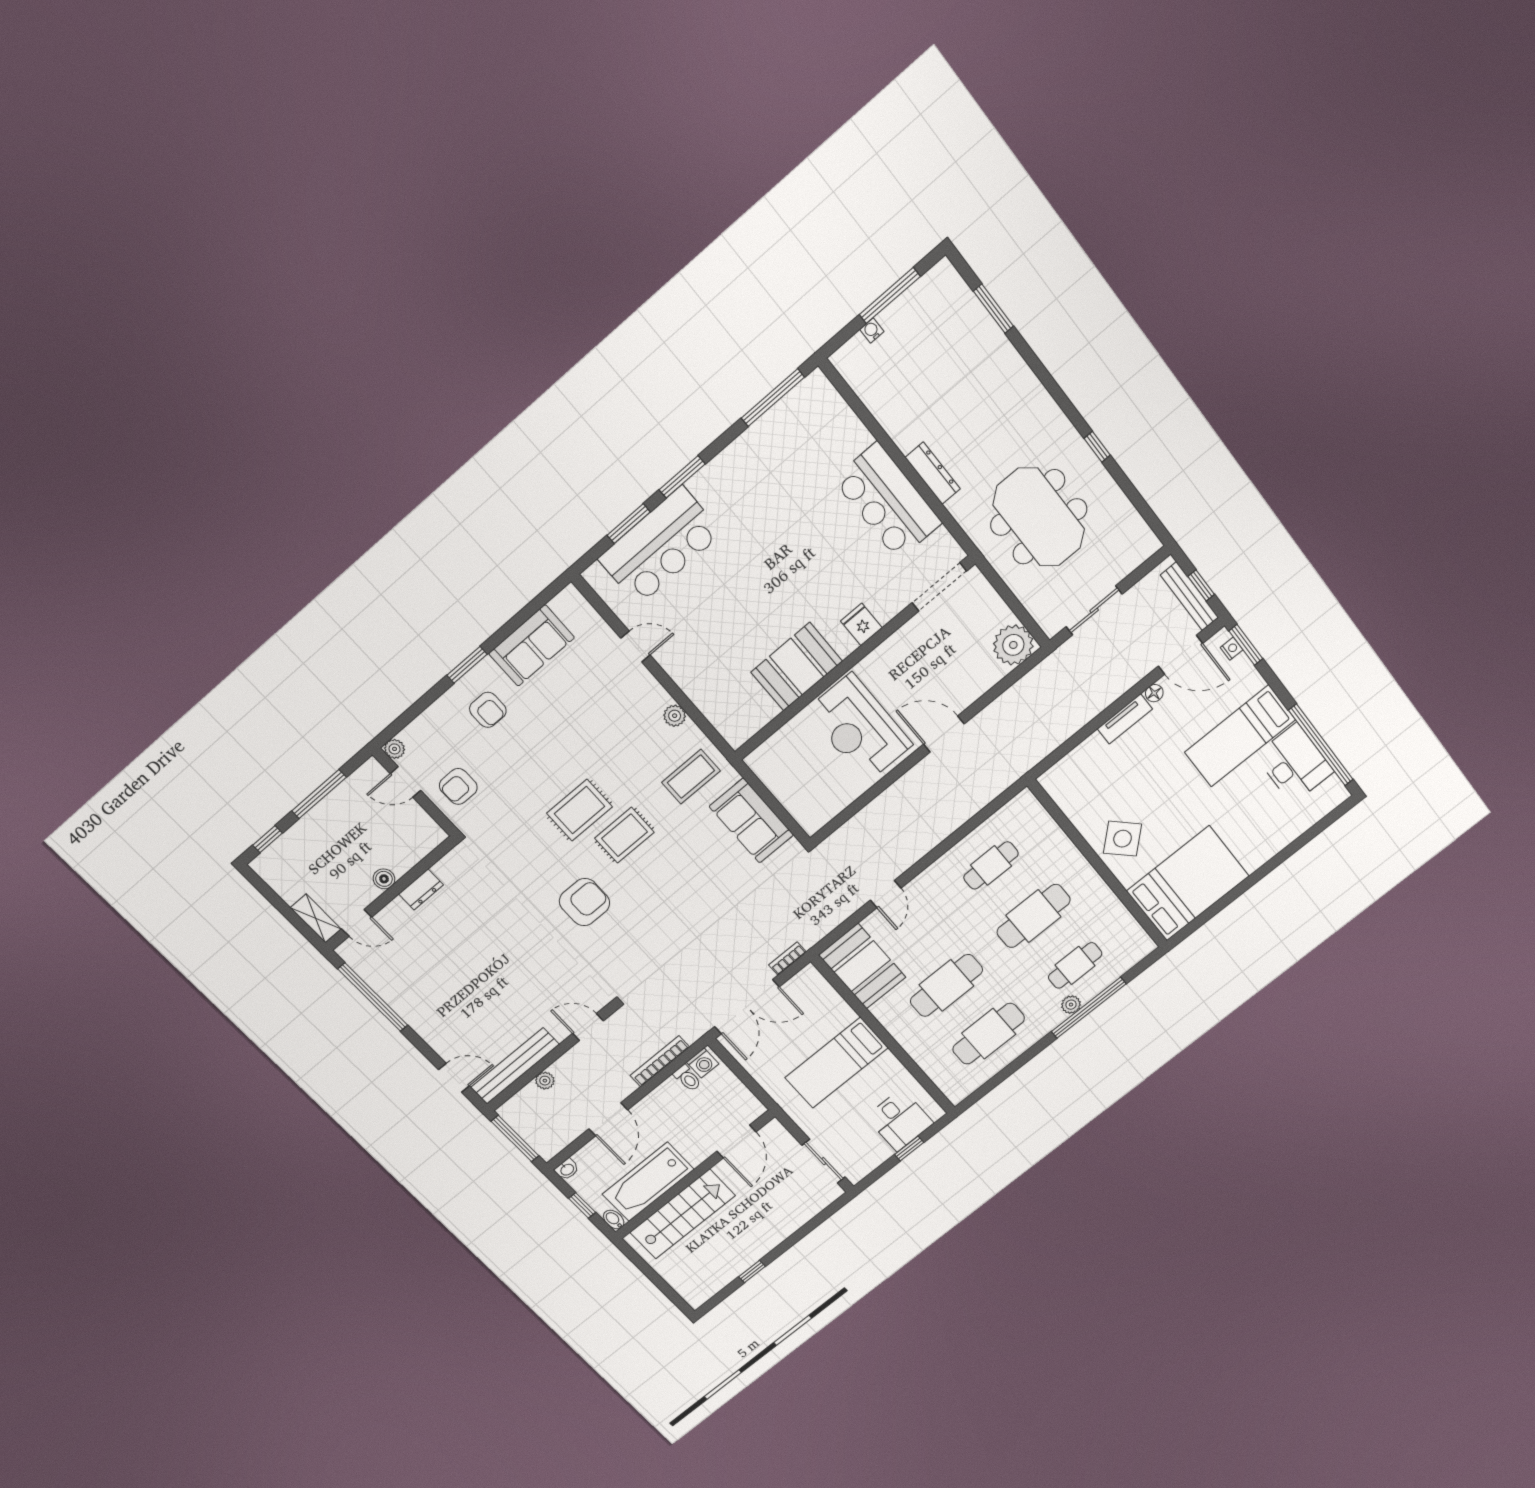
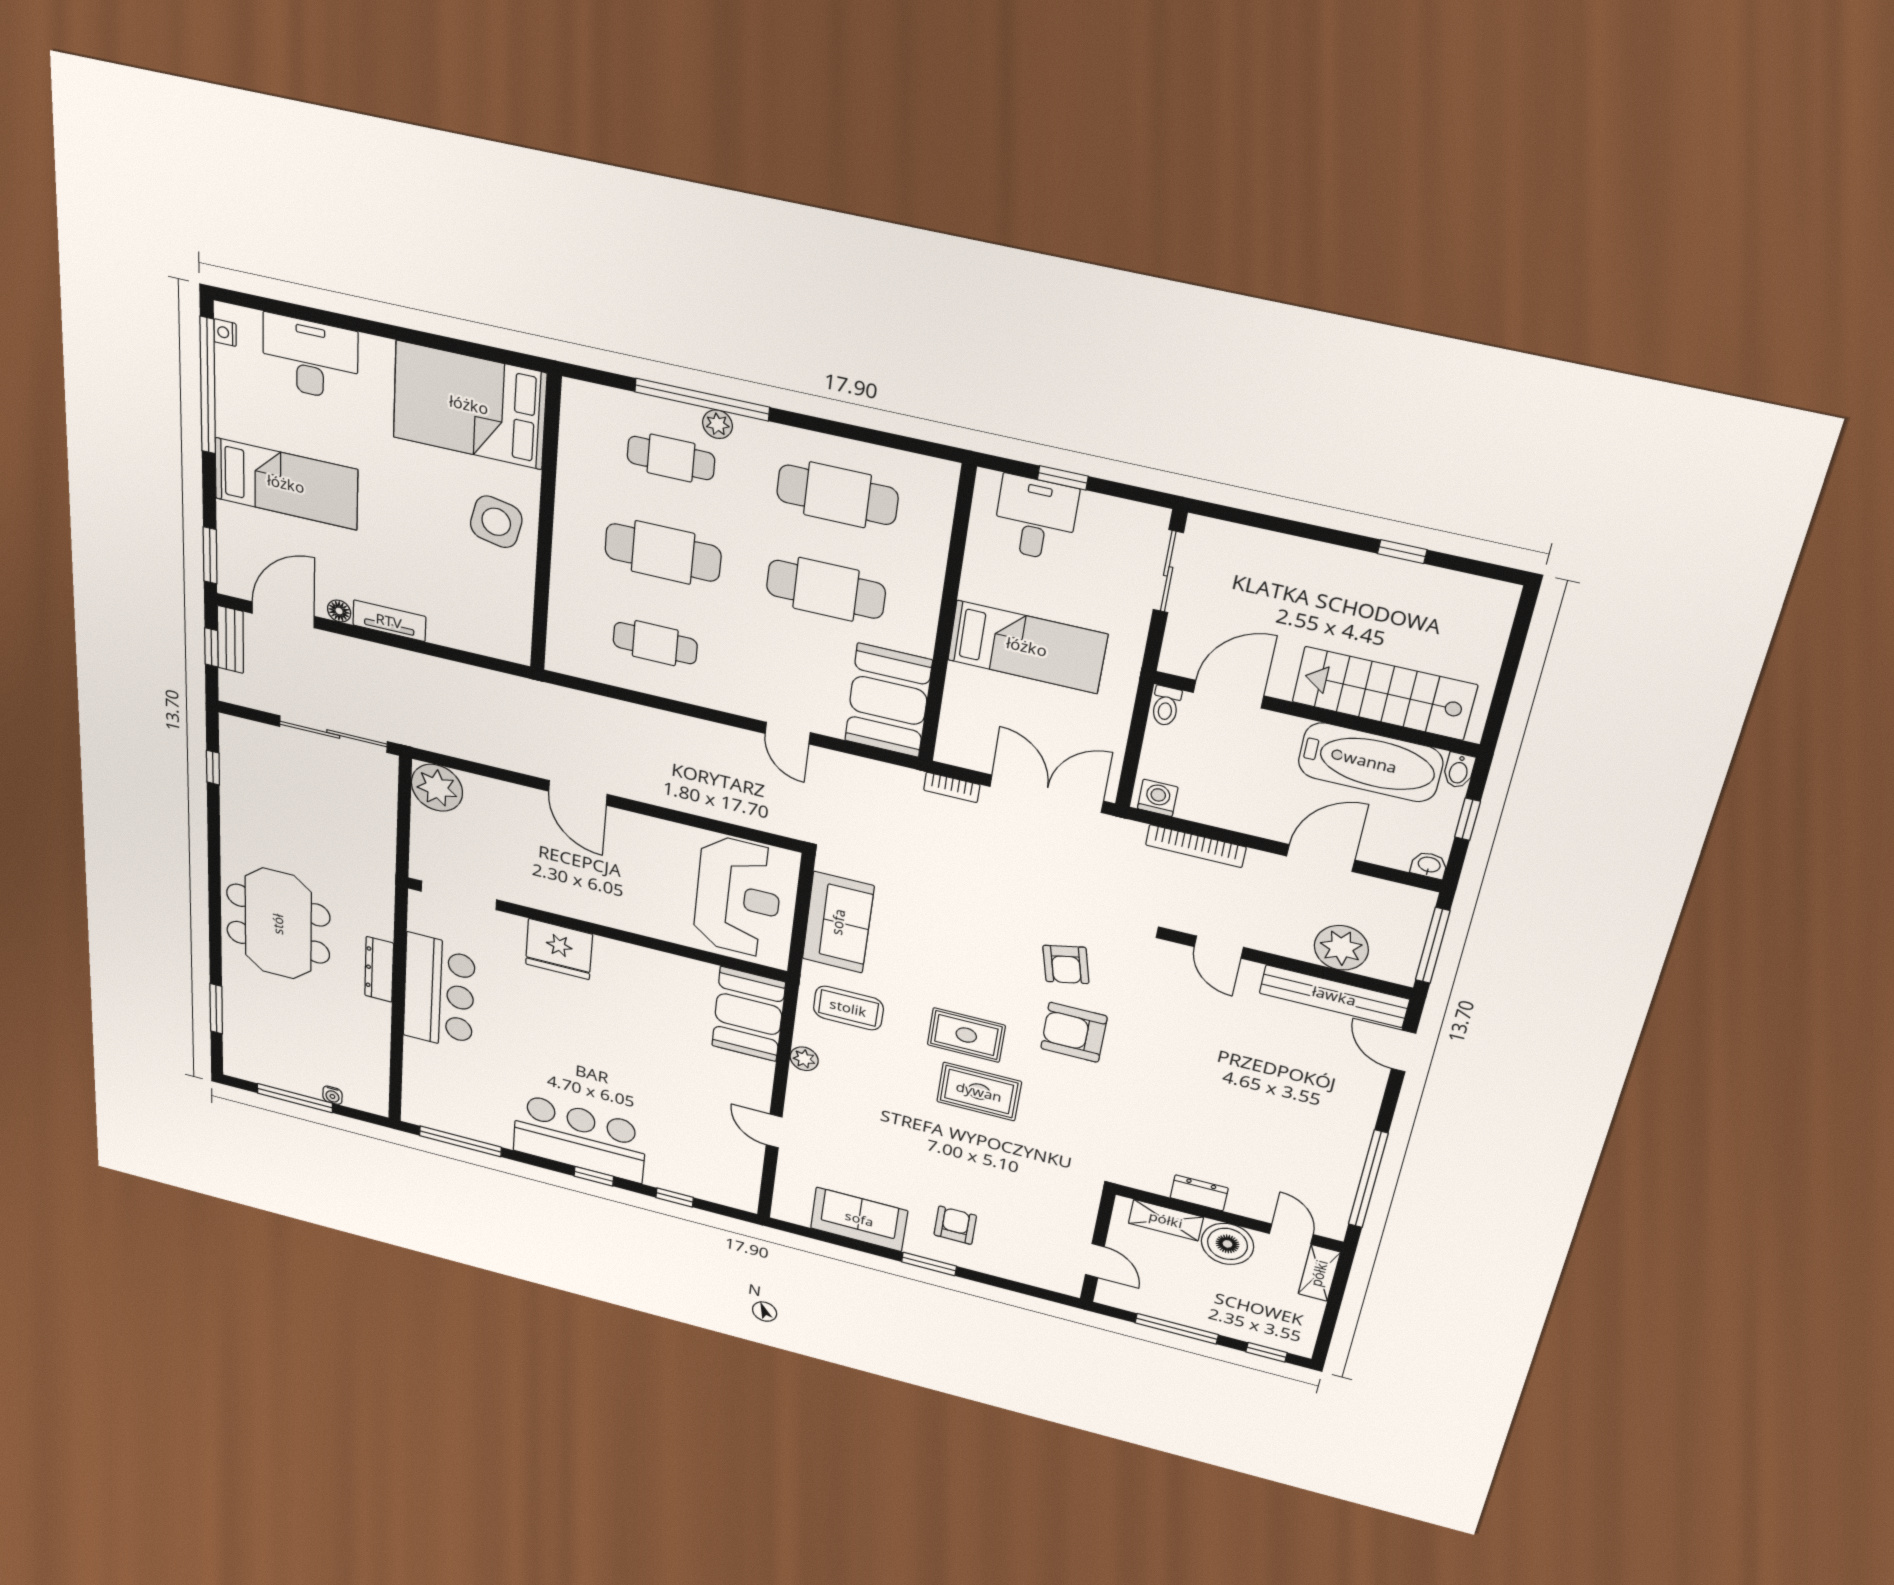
window: (1097, 447) -> (213, 768), moved
window: (682, 477) -> (594, 1176), width x0.67
meeting table: (1039, 517) -> (278, 924), moved
window: (629, 524) -> (675, 1197), width x0.67
bar counter: (660, 546) -> (580, 1138), moved
bench: (1190, 596) -> (230, 640), width x0.73
sliding door: (1094, 610) -> (333, 734), width x1.37
fridge: (861, 624) -> (559, 949), width x1.88, depth x1.34
nightstand: (1232, 649) -> (225, 333), moved
door: (1180, 655) -> (283, 615), hinge flipped
booth: (797, 667) -> (748, 1014), moved, turned 90
reception desk: (859, 728) -> (738, 897), moved
plant: (395, 749) -> (1070, 1286), removed
desk: (1294, 764) -> (310, 358), moved, turned 90
armchair: (458, 786) -> (1066, 964), moved, turned 77
side table: (1123, 839) -> (496, 522), turned -34
shelving: (412, 853) -> (1166, 1220), added
boiler: (384, 879) -> (1227, 1244), width x1.86, depth x1.86
door: (886, 894) -> (788, 733), swing flipped
toilet: (687, 1078) -> (1166, 706), moved, turned 180
plant: (545, 1081) -> (1341, 948), width x1.88, depth x1.88

